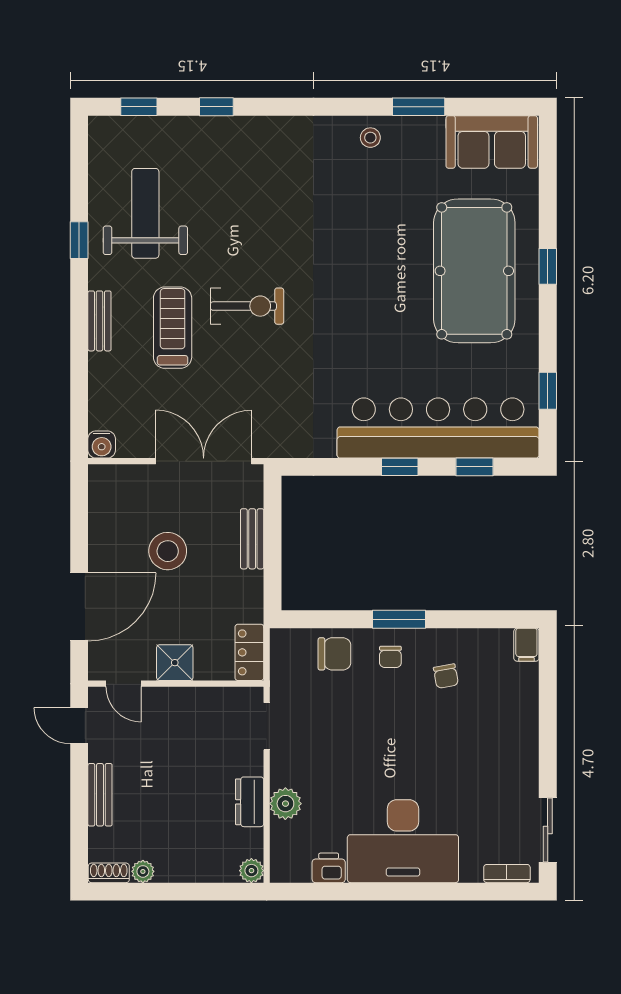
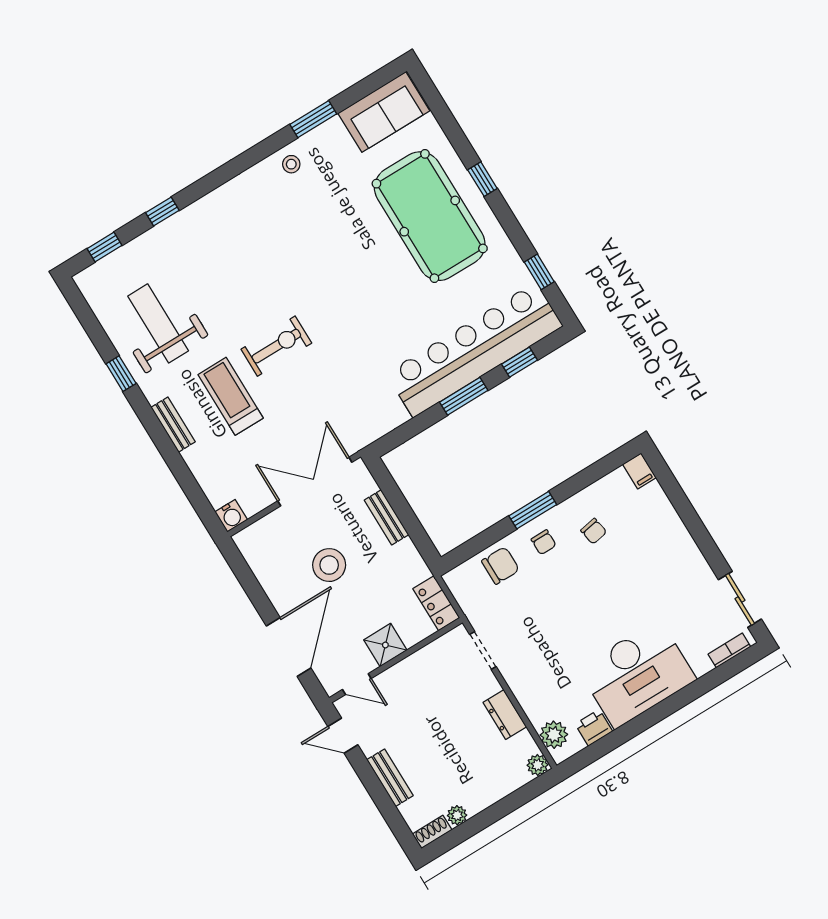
window: (400, 467) -> (464, 396), width x1.50
plant: (285, 804) -> (554, 735), moved

